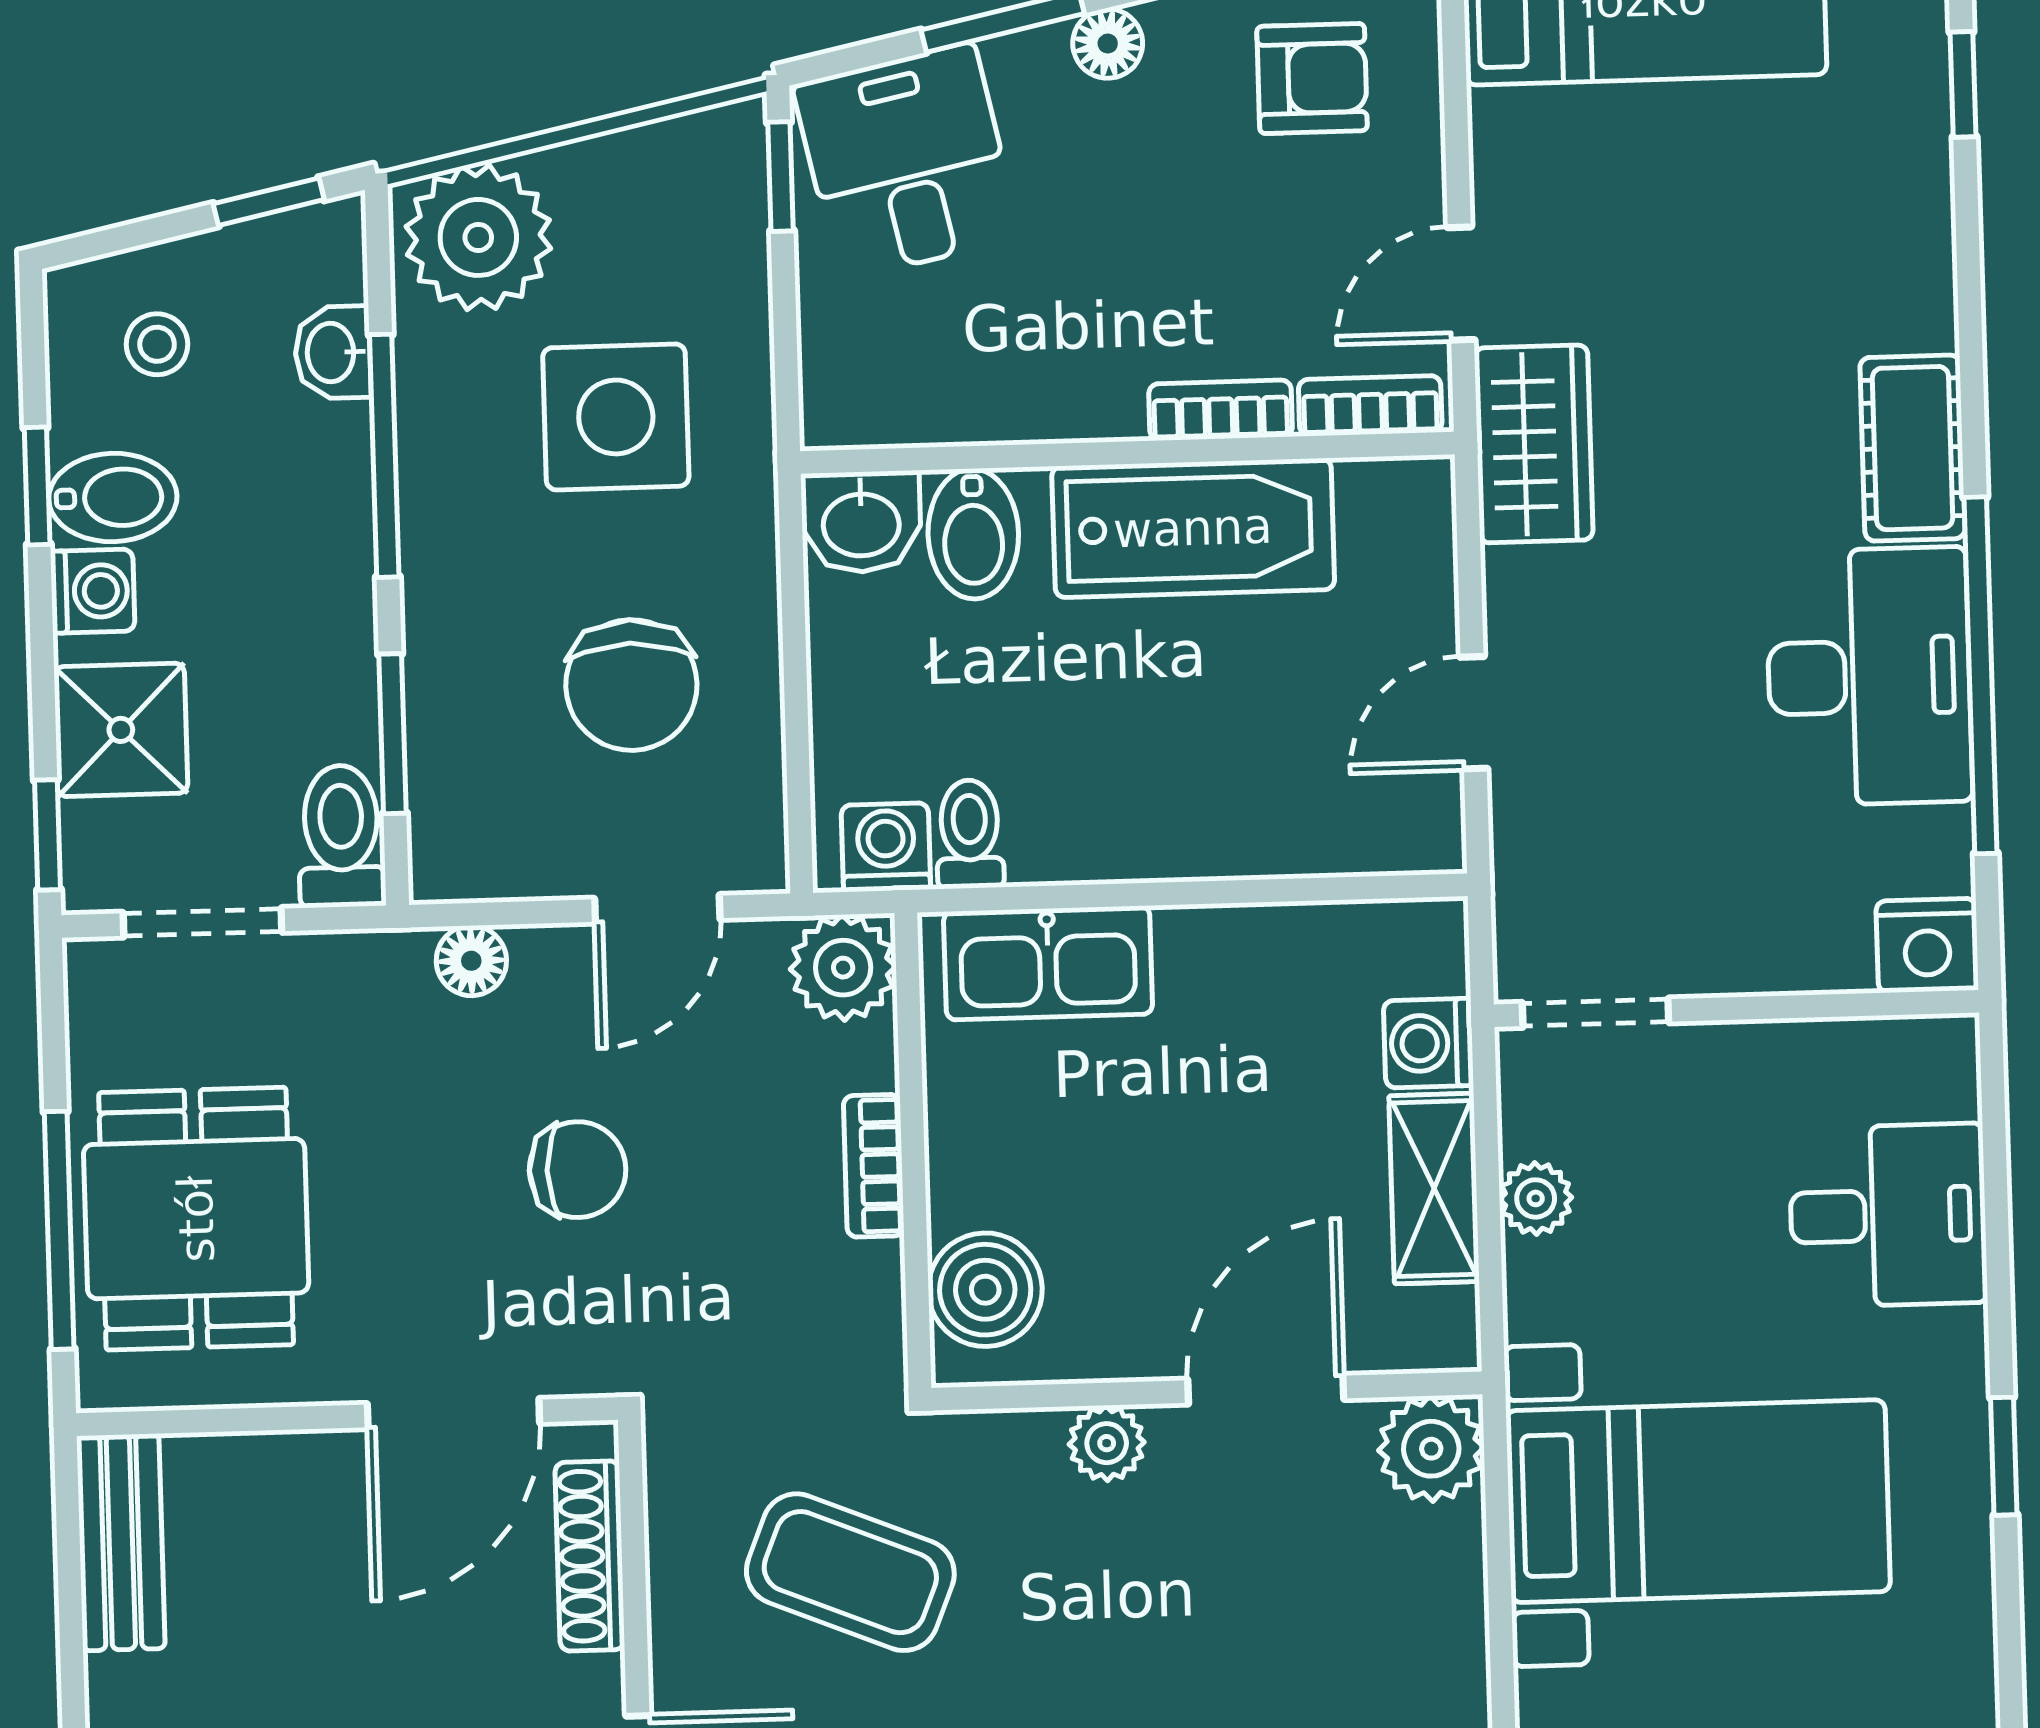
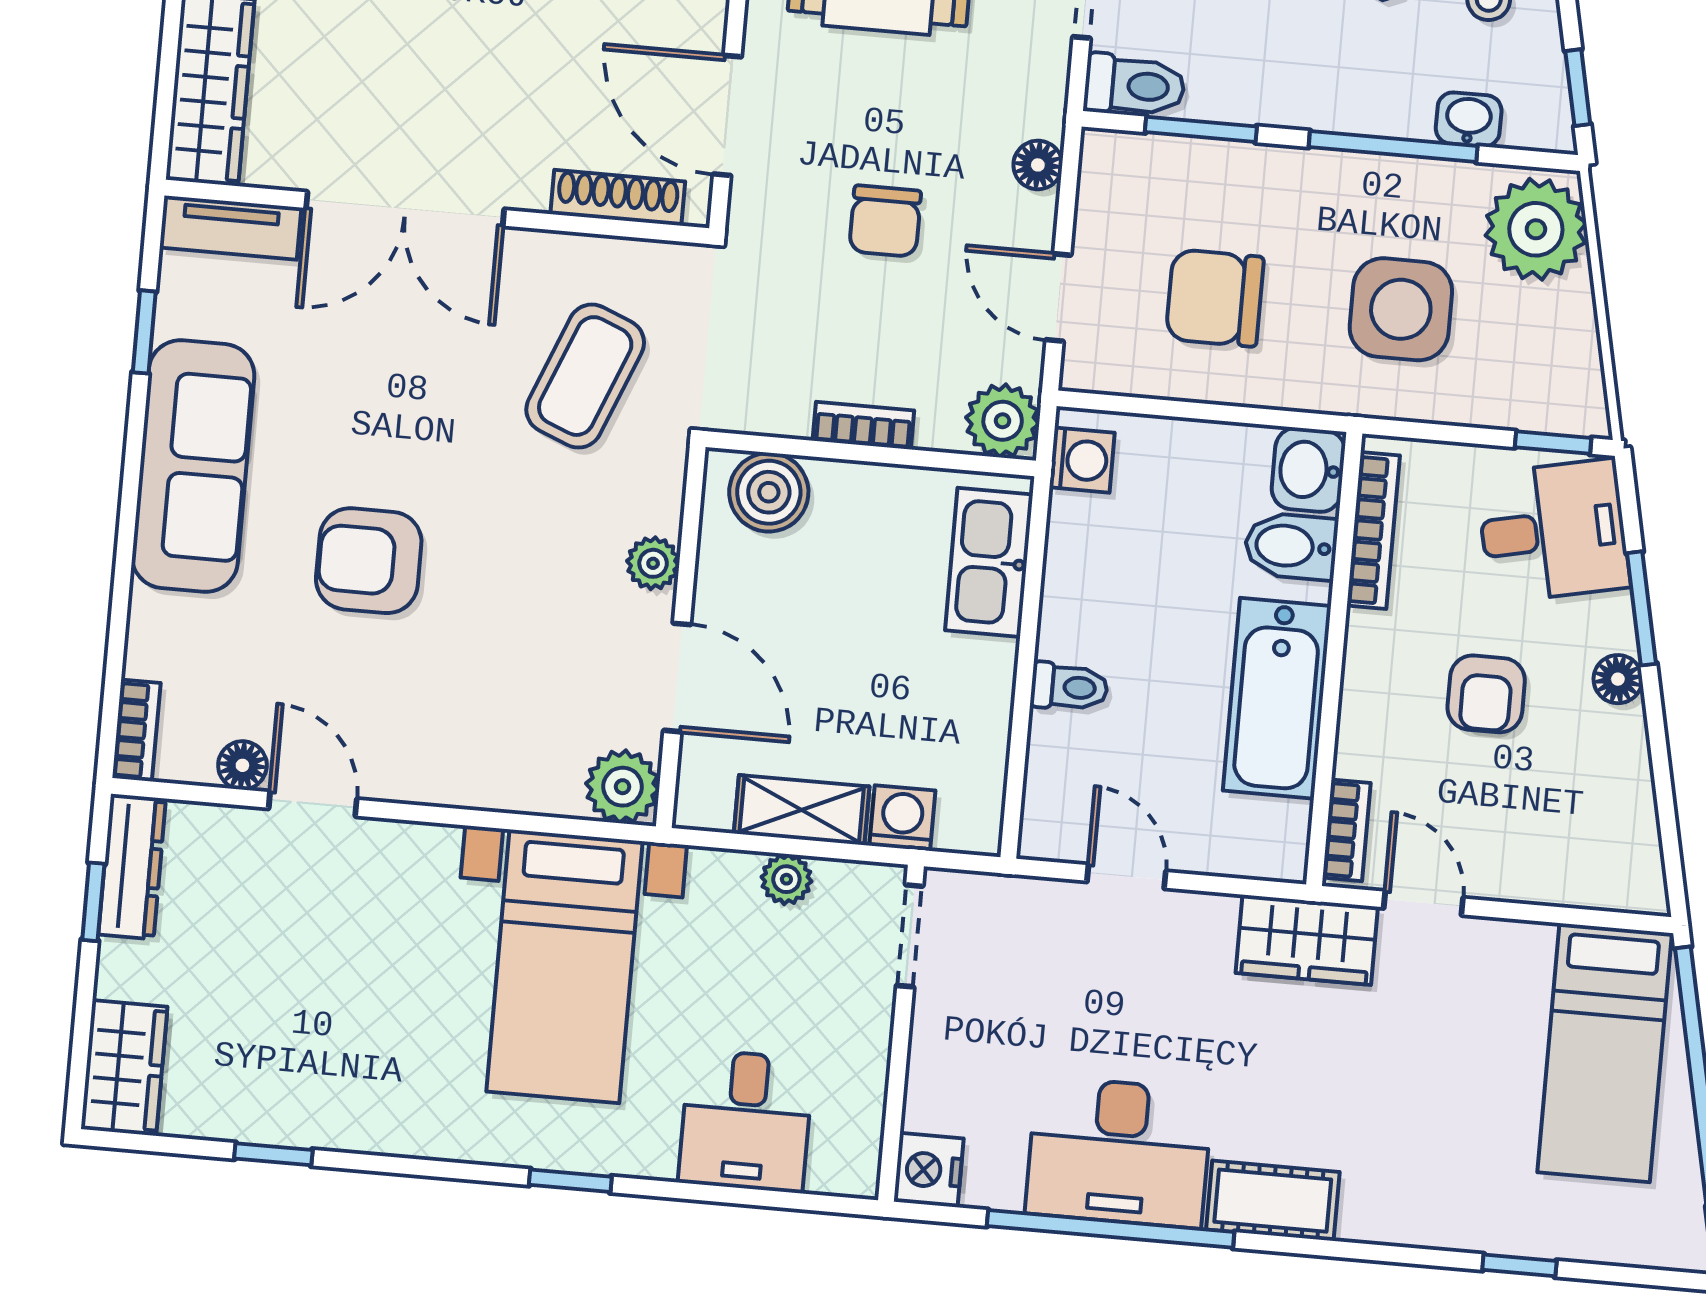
armchair: (1312, 78) -> (1486, 694), moved
bookcase: (1221, 410) -> (1373, 531), moved, width x1.56
toilet: (970, 834) -> (1069, 687), moved

